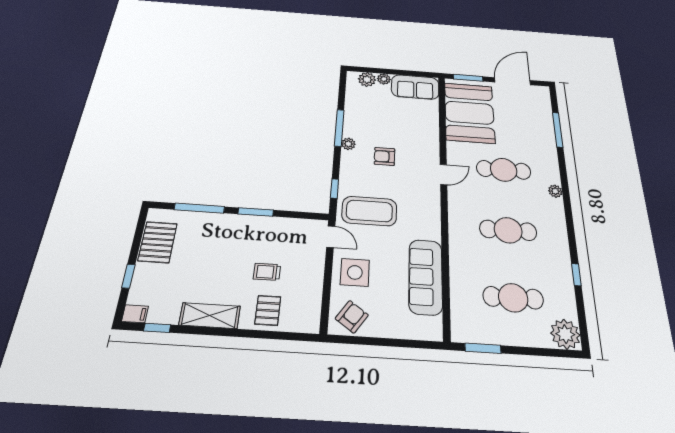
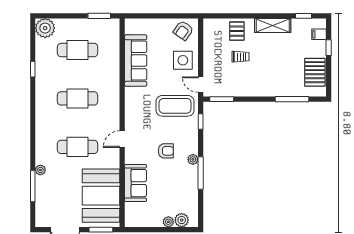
sofa: (415, 87) -> (136, 183), moved, turned 90
plant: (555, 191) -> (40, 170), moved
window: (256, 212) -> (222, 99), moved
filing cabinet: (135, 314) -> (319, 34), moved

